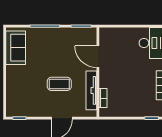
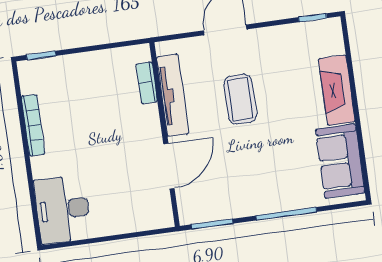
door: (98, 57) -> (169, 166), hinge flipped
fireplace: (13, 82) -> (337, 90), added
coffee table: (59, 84) -> (240, 99), turned 90

